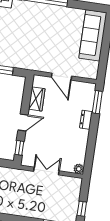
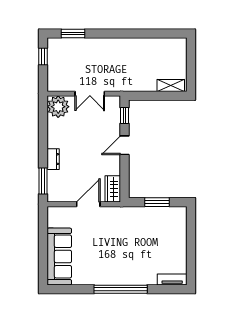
door: (62, 77) -> (88, 204), hinge flipped
wardrobe: (37, 99) -> (113, 189), moved
plant: (79, 169) -> (58, 107), width x1.88, depth x1.88

